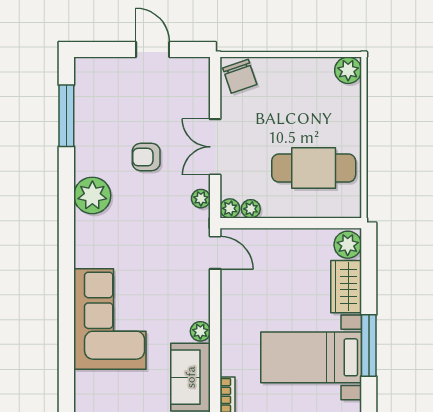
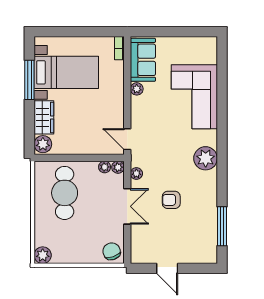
armchair: (146, 157) -> (171, 200), turned 180
cafe table: (314, 168) -> (65, 193), turned 90
plant: (92, 195) -> (206, 158), moved

